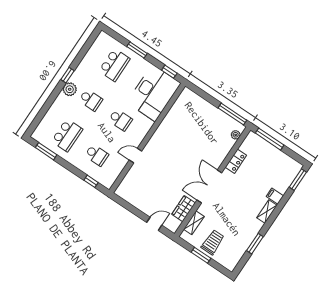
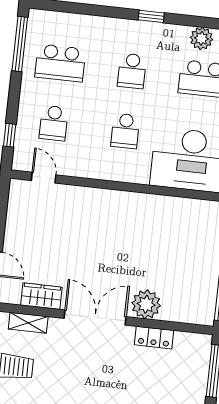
plant: (70, 89) -> (201, 38), moved
plant: (236, 135) -> (146, 304), moved, width x1.88, depth x1.88
window: (46, 151) -> (20, 44), width x1.44
door: (135, 156) -> (44, 178), moved

